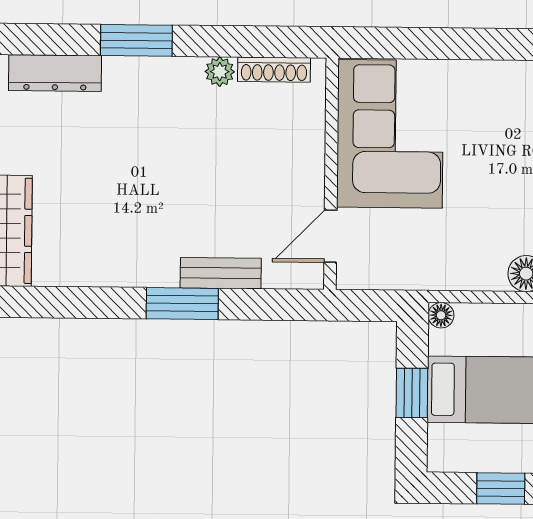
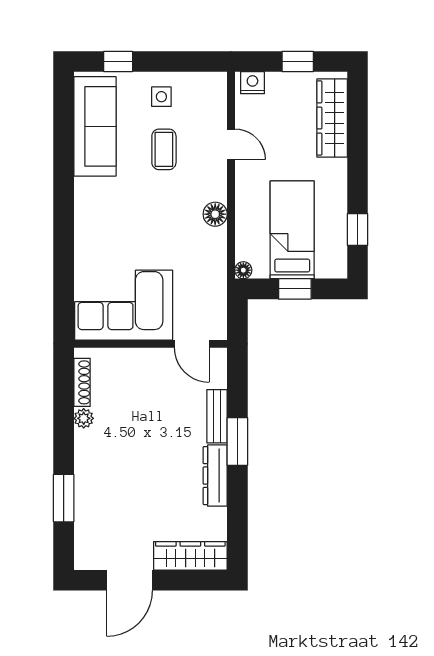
window: (136, 40) -> (64, 498), moved
dresser: (55, 73) -> (215, 476), moved, turned 180

